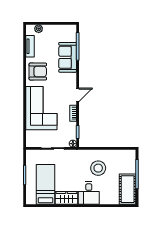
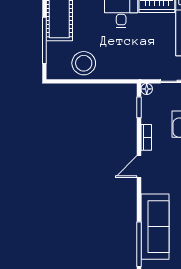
sofa: (68, 57) -> (155, 227), width x1.36
stool: (98, 168) -> (84, 63), moved

